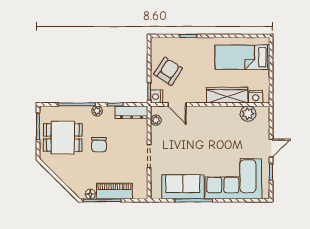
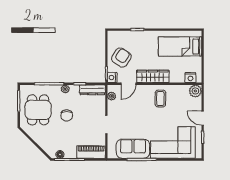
wardrobe: (227, 95) -> (153, 76), moved
door: (177, 104) -> (128, 84), hinge flipped
plant: (248, 114) -> (195, 91), moved
coffee table: (218, 123) -> (160, 98), added
dining table: (63, 137) -> (38, 110), turned 90
door: (271, 148) -> (203, 118), swing flipped
piano: (114, 191) -> (91, 152), moved

